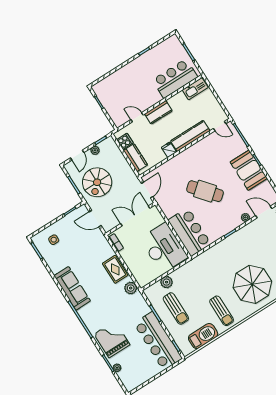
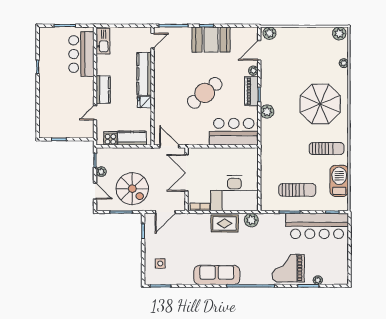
piano: (229, 226) -> (251, 91), added
desk: (164, 248) -> (234, 193), moved, turned 180
plant: (167, 282) -> (267, 112), moved

